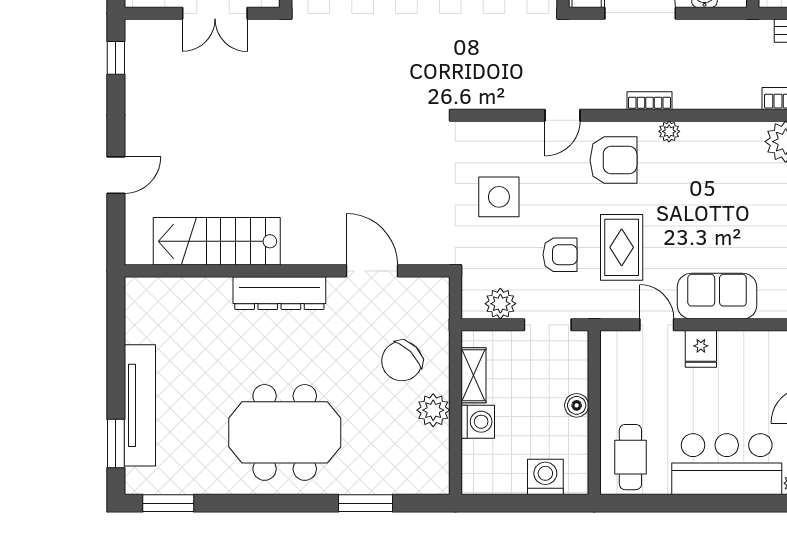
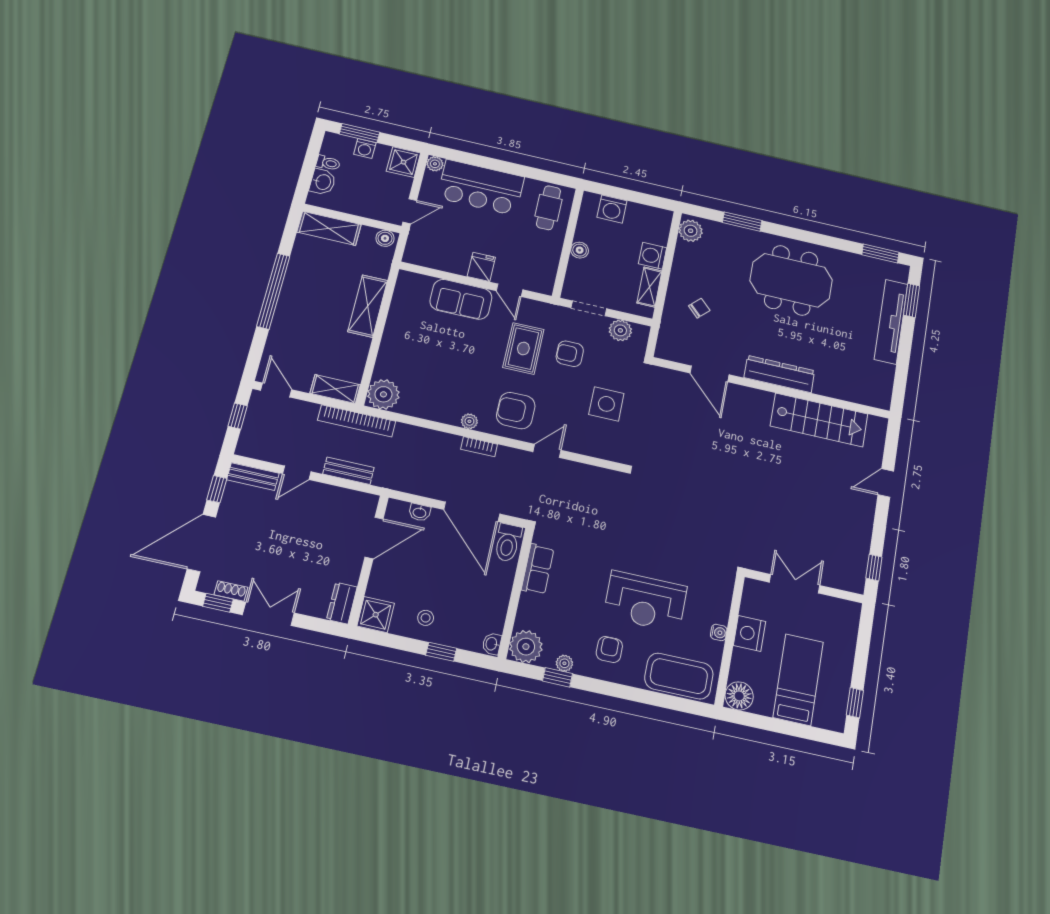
chair: (402, 361) -> (699, 308), width x0.54, depth x0.54
plant: (433, 410) -> (691, 231), moved

